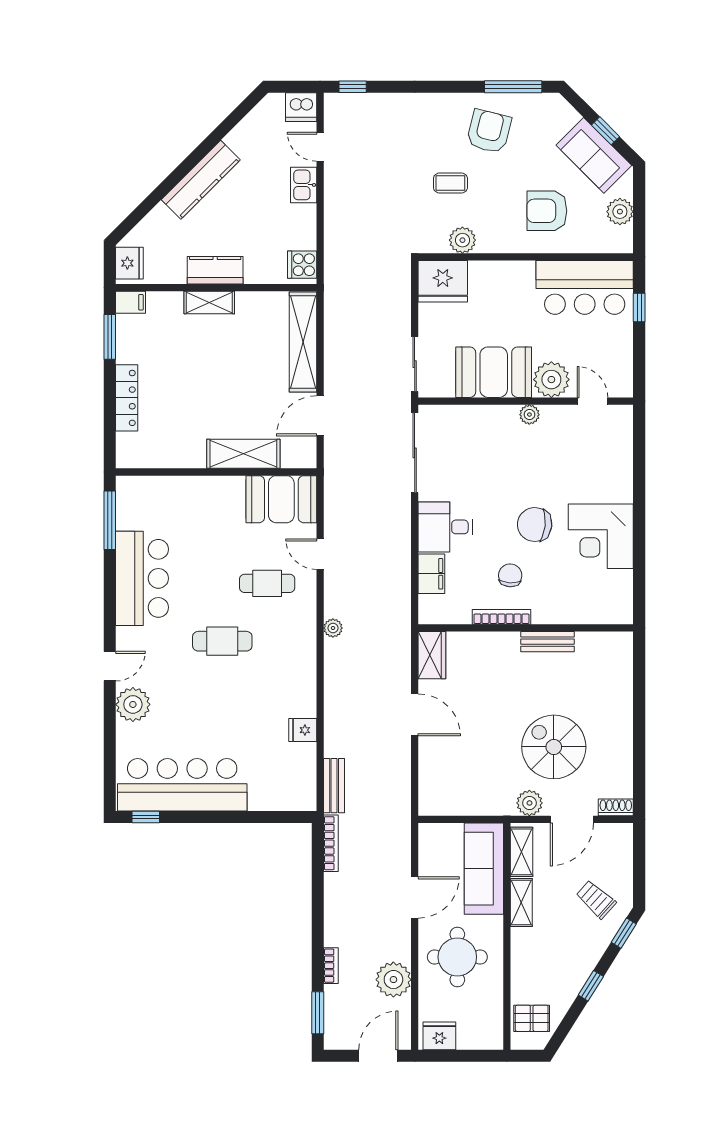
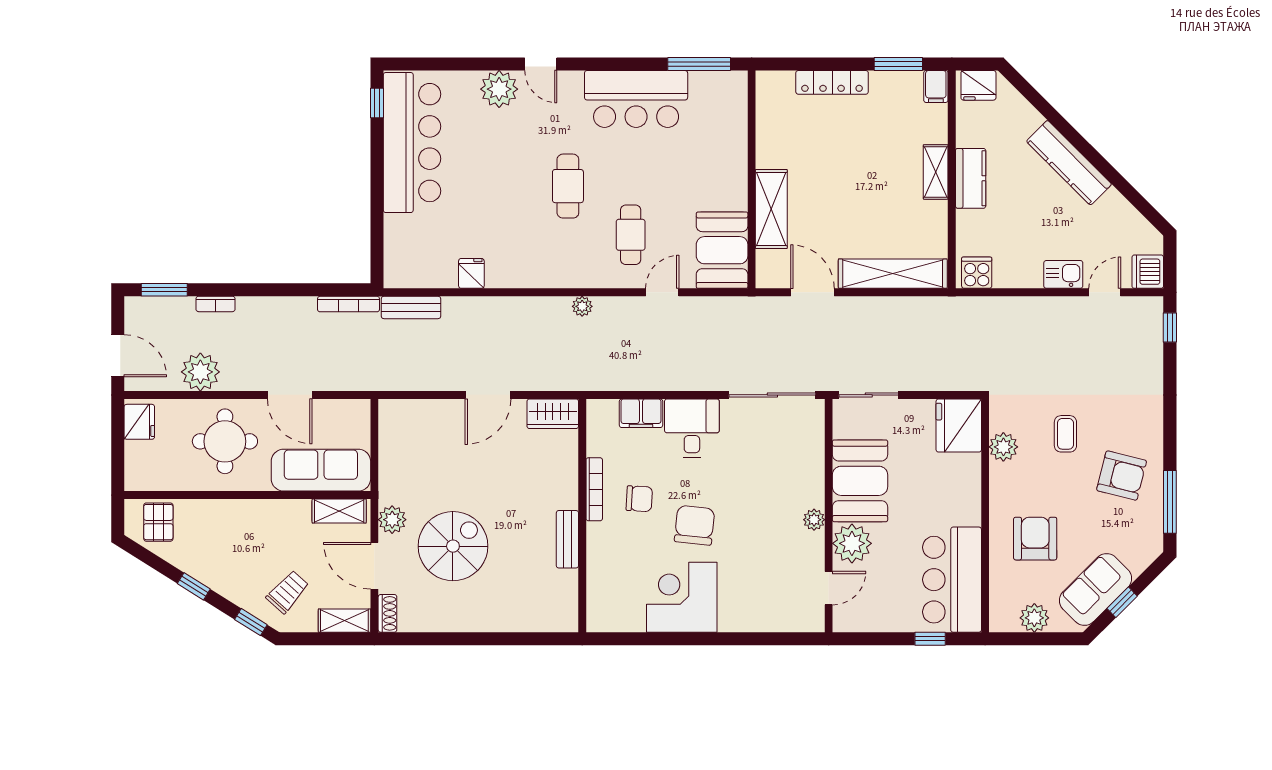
shelving: (521, 903) -> (344, 621), moved

